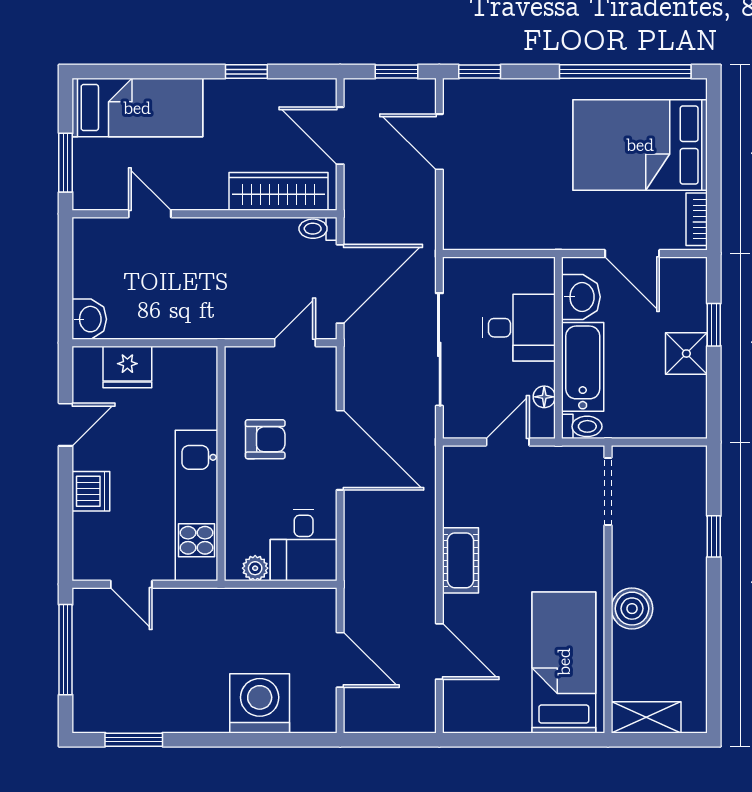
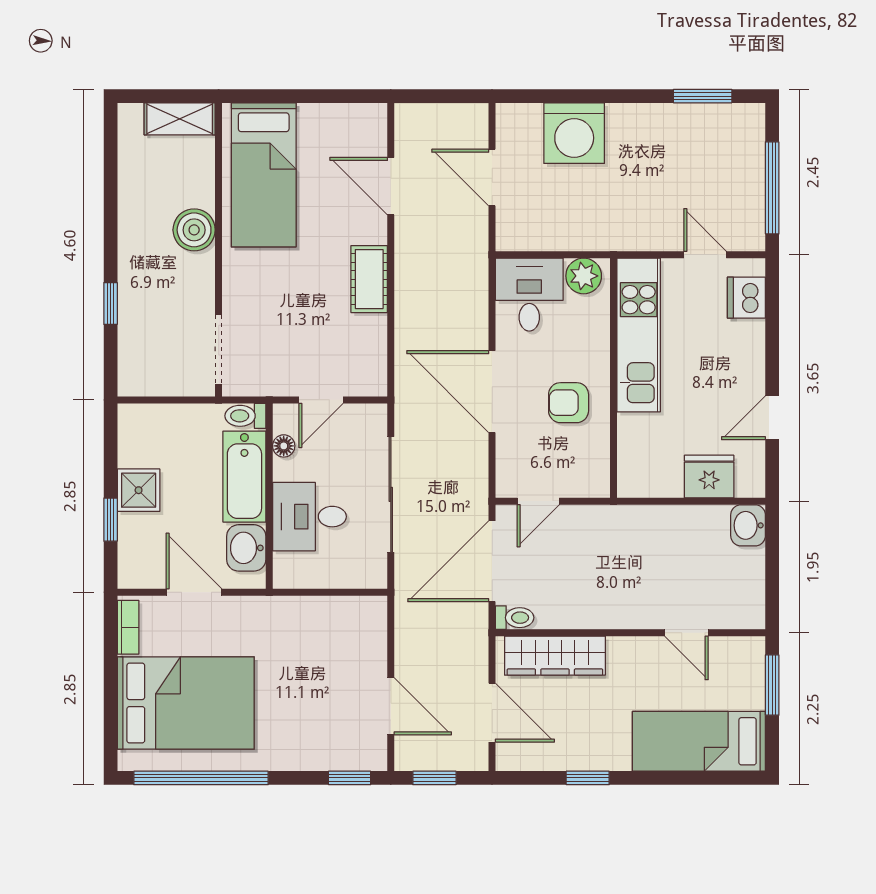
dishwasher: (91, 491) -> (746, 298), moved
plant: (255, 568) -> (584, 276), width x1.38, depth x1.38

